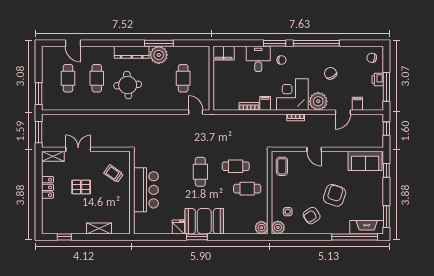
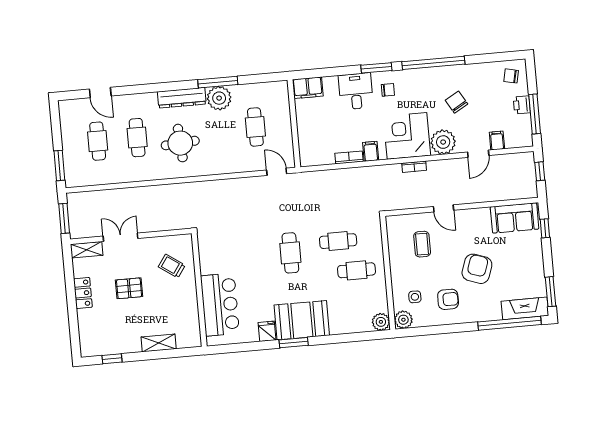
coffee table: (282, 166) -> (422, 244), moved
bar counter: (146, 190) -> (220, 305), moved
armchair: (312, 216) -> (448, 299), turned -147

